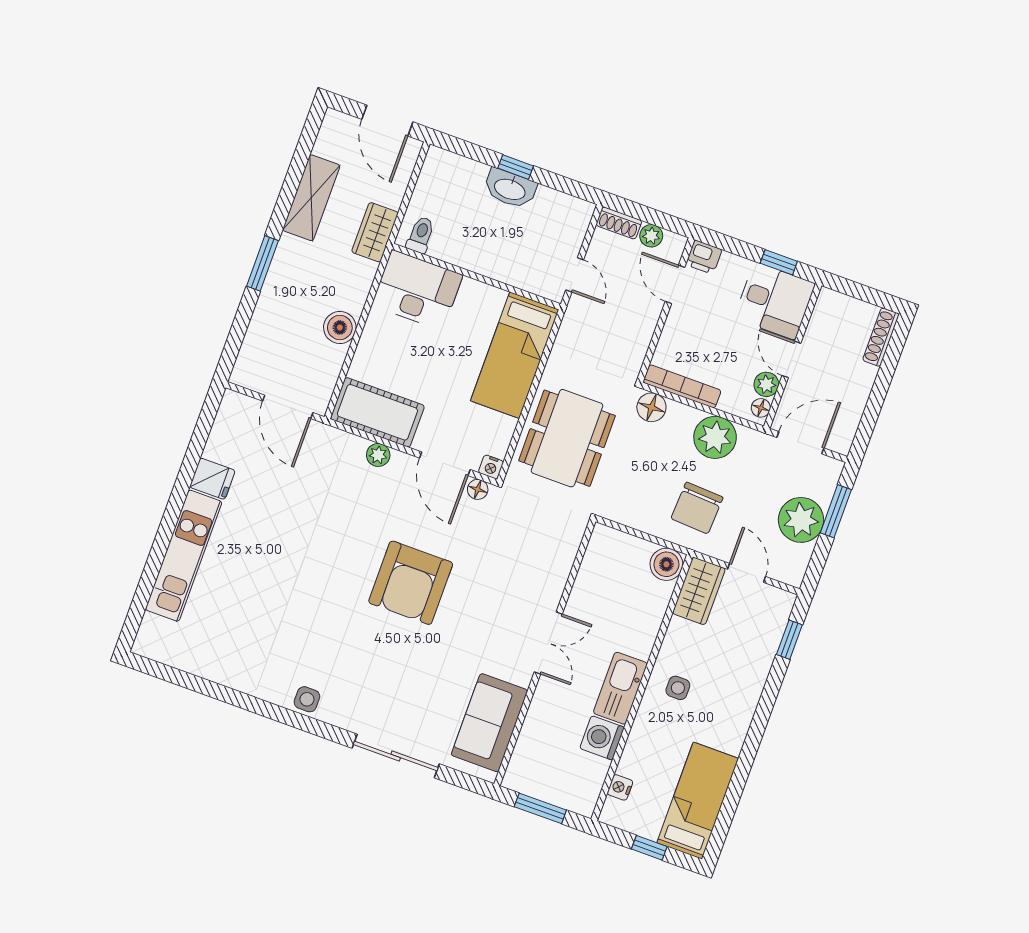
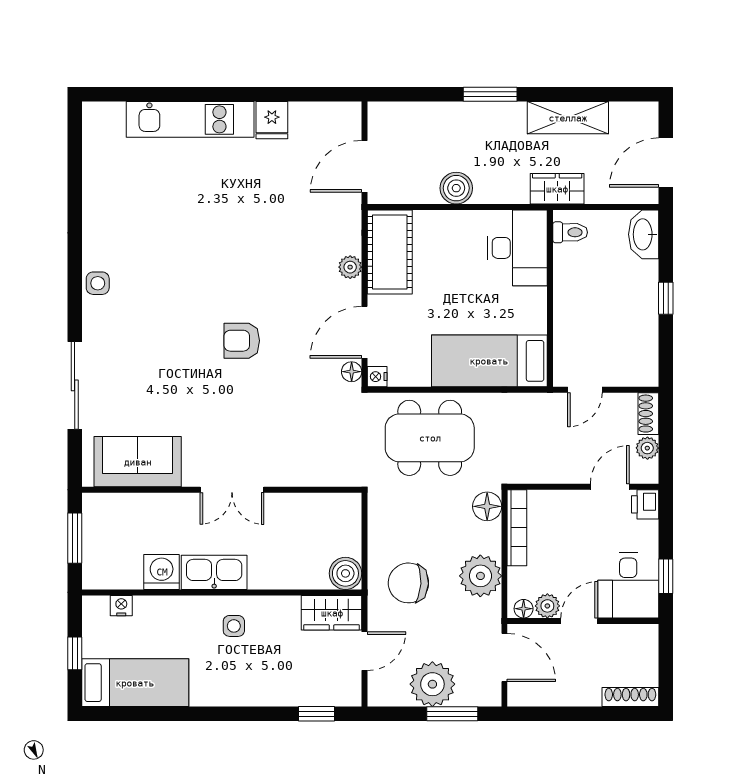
washbasin: (510, 189) -> (644, 234), moved
armchair: (411, 583) -> (242, 341), width x0.53, depth x0.53

